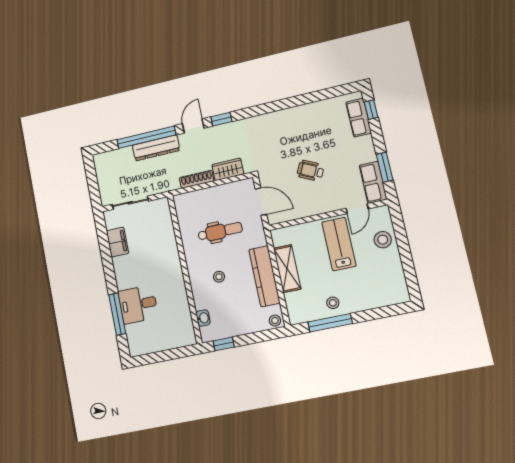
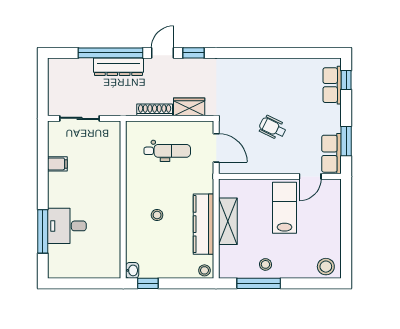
dental chair: (220, 231) -> (167, 151), moved
stool: (383, 240) -> (326, 267), moved
filing cabinet: (117, 242) -> (57, 164), width x0.50
washbasin: (203, 318) -> (132, 270), moved

